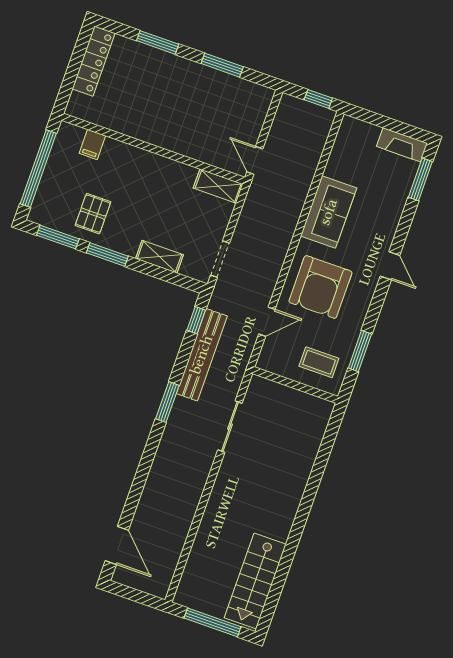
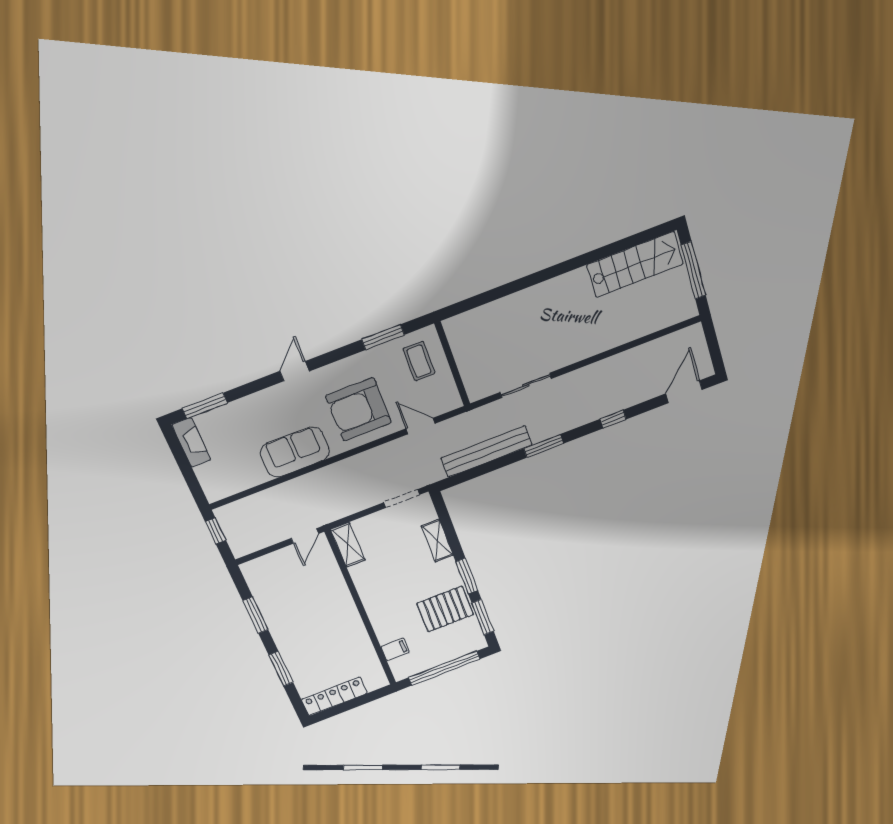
pallet: (93, 214) -> (445, 609), width x1.50, depth x1.42
armchair: (320, 287) -> (359, 409), turned 180
window: (196, 320) -> (613, 419), moved

